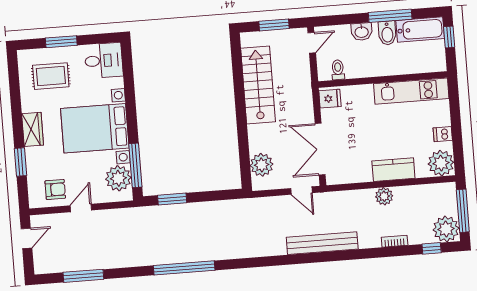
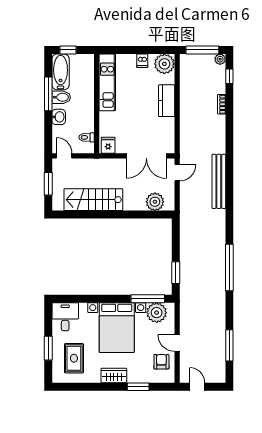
plant: (384, 196) -> (186, 110), removed
plant: (446, 229) -> (220, 59), width x0.53, depth x0.53
bench: (322, 243) -> (219, 181), moved

